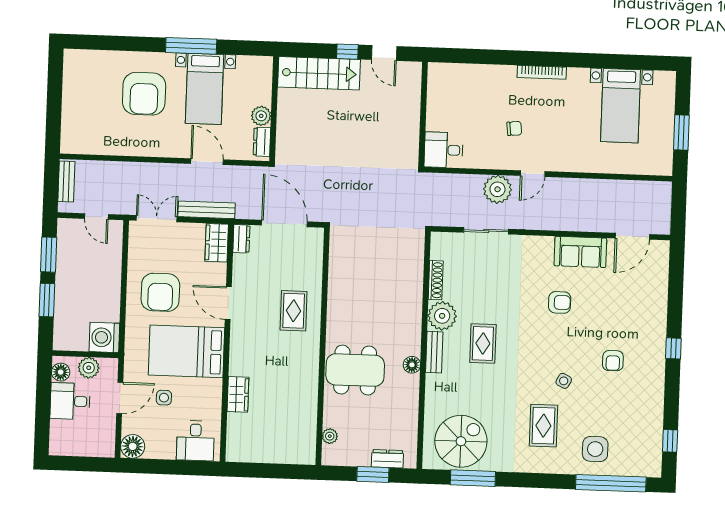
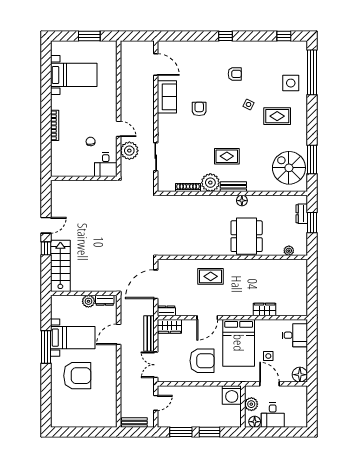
wall: (423, 114) -> (84, 178), moved
desk: (444, 150) -> (106, 165), moved

